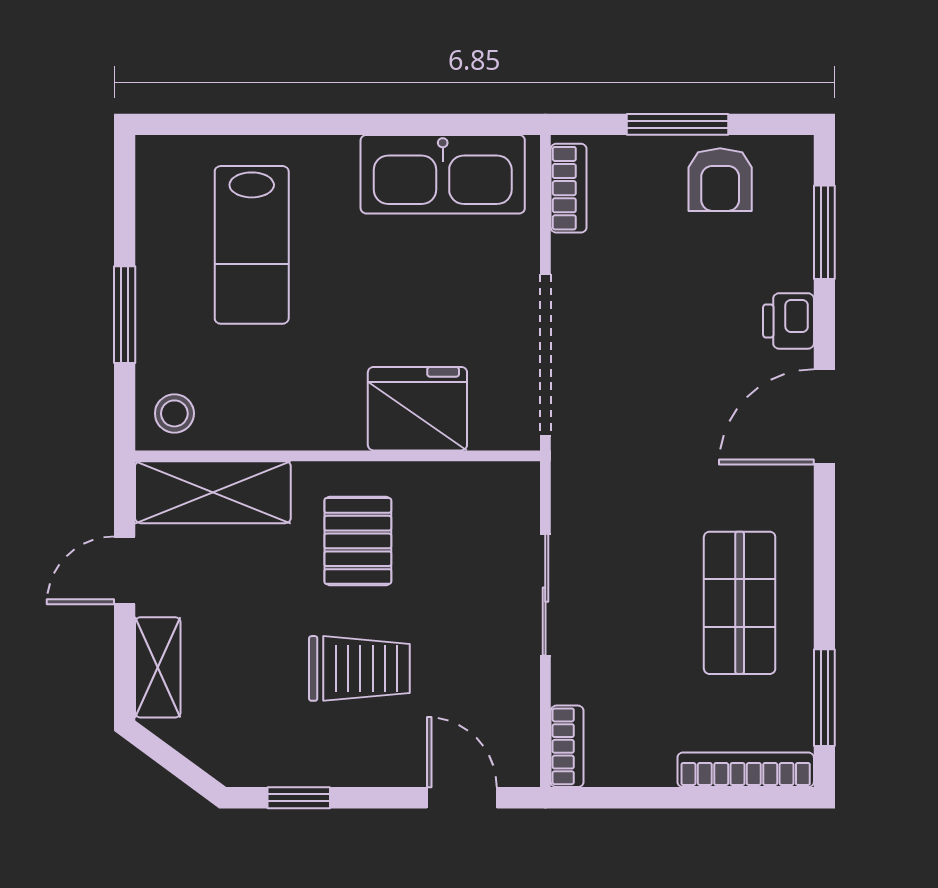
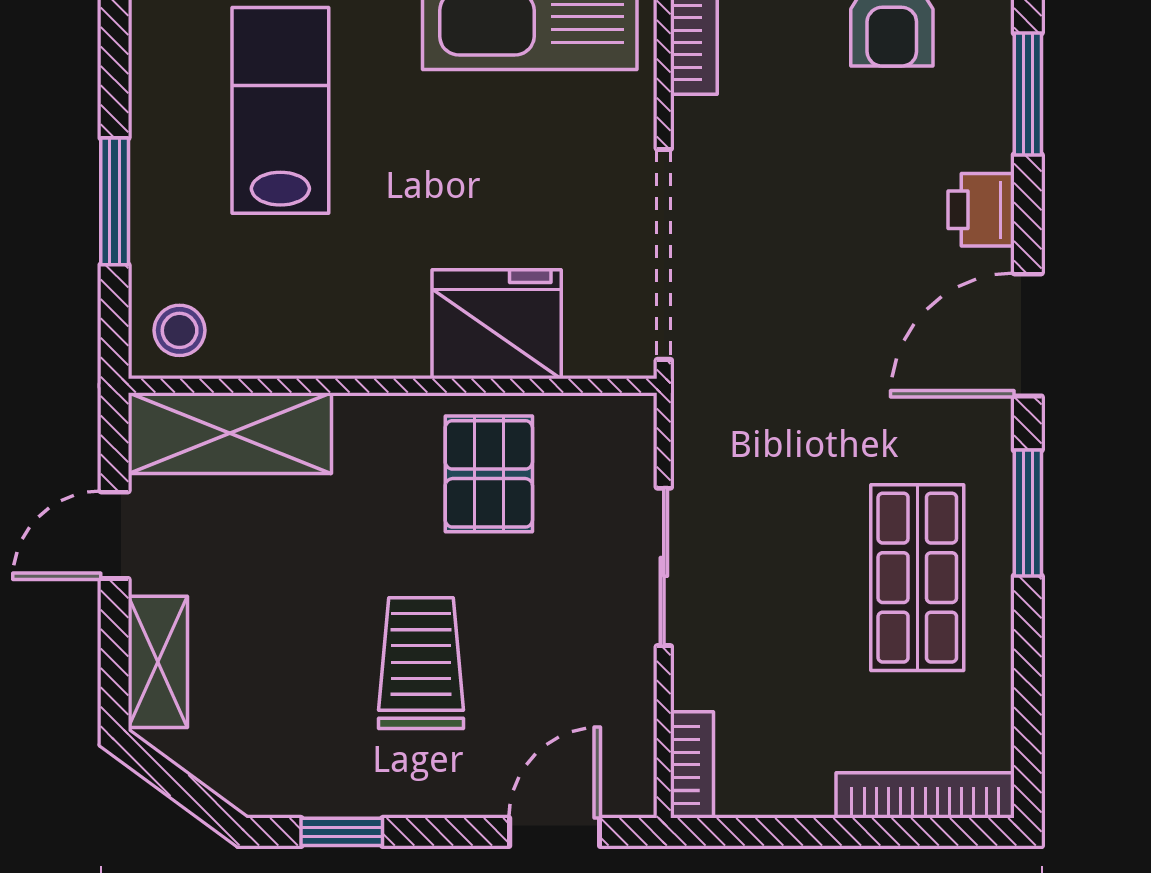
lab bench: (252, 245) -> (280, 110), turned 180
pallet: (358, 541) -> (489, 474), moved
trolley: (359, 668) -> (421, 663), turned -90
window: (824, 698) -> (1028, 513), moved
door: (462, 798) -> (555, 832), hinge flipped

